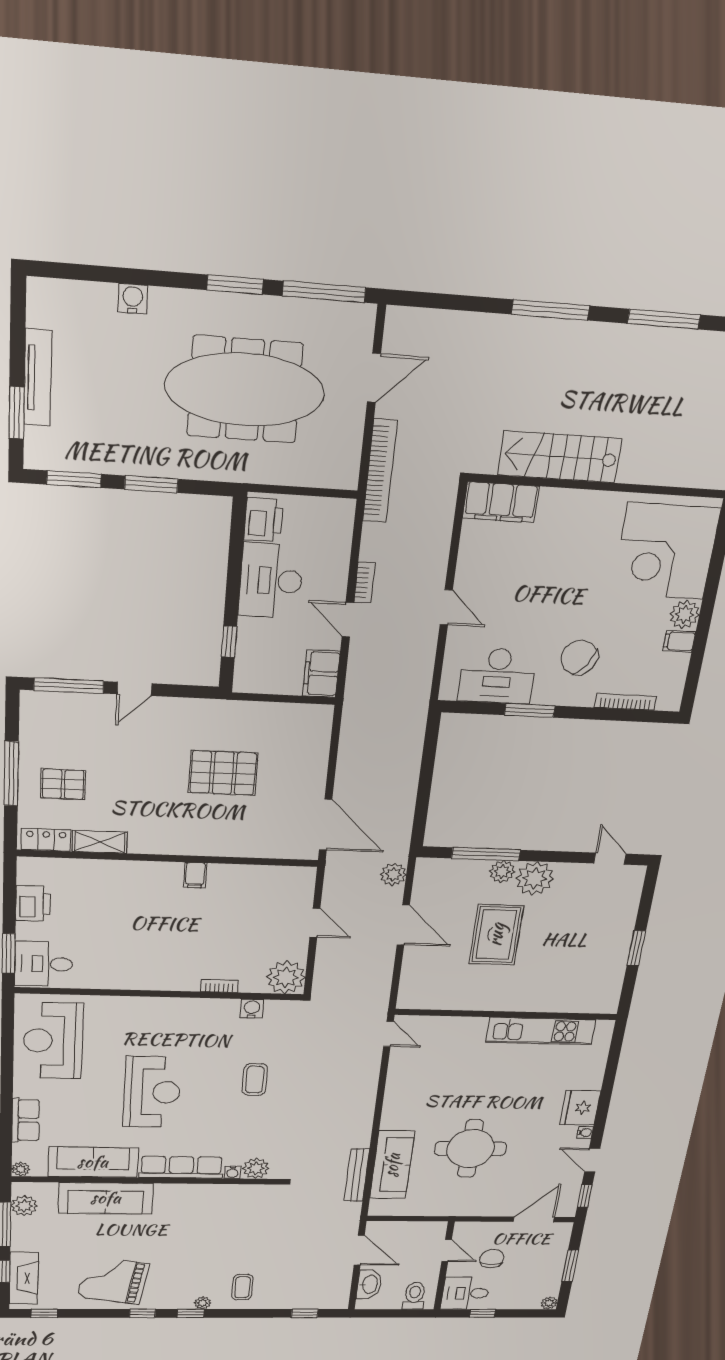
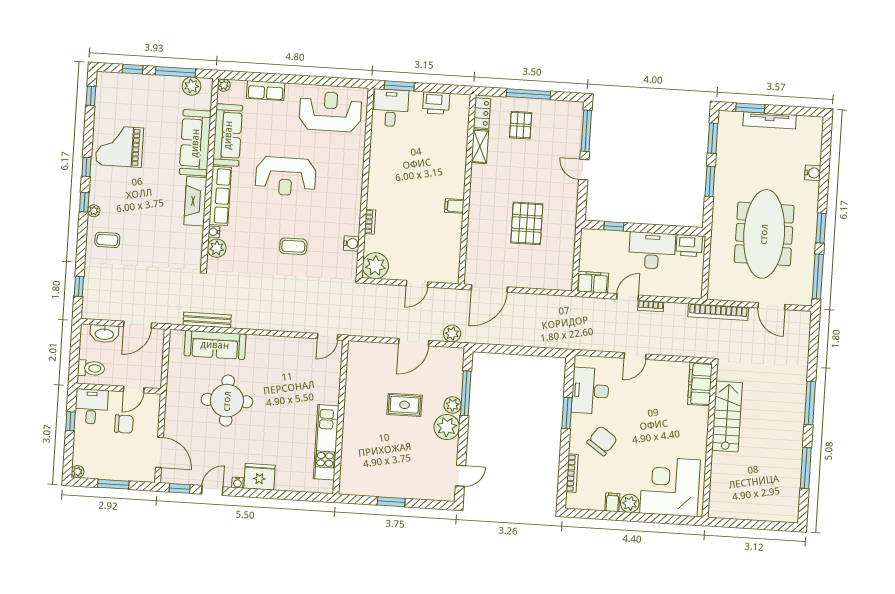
rug: (496, 935) -> (405, 405), width x0.73, depth x0.70
fireplace: (24, 1278) -> (195, 201), moved, turned 90
grand piano: (113, 1280) -> (119, 146), turned -99

